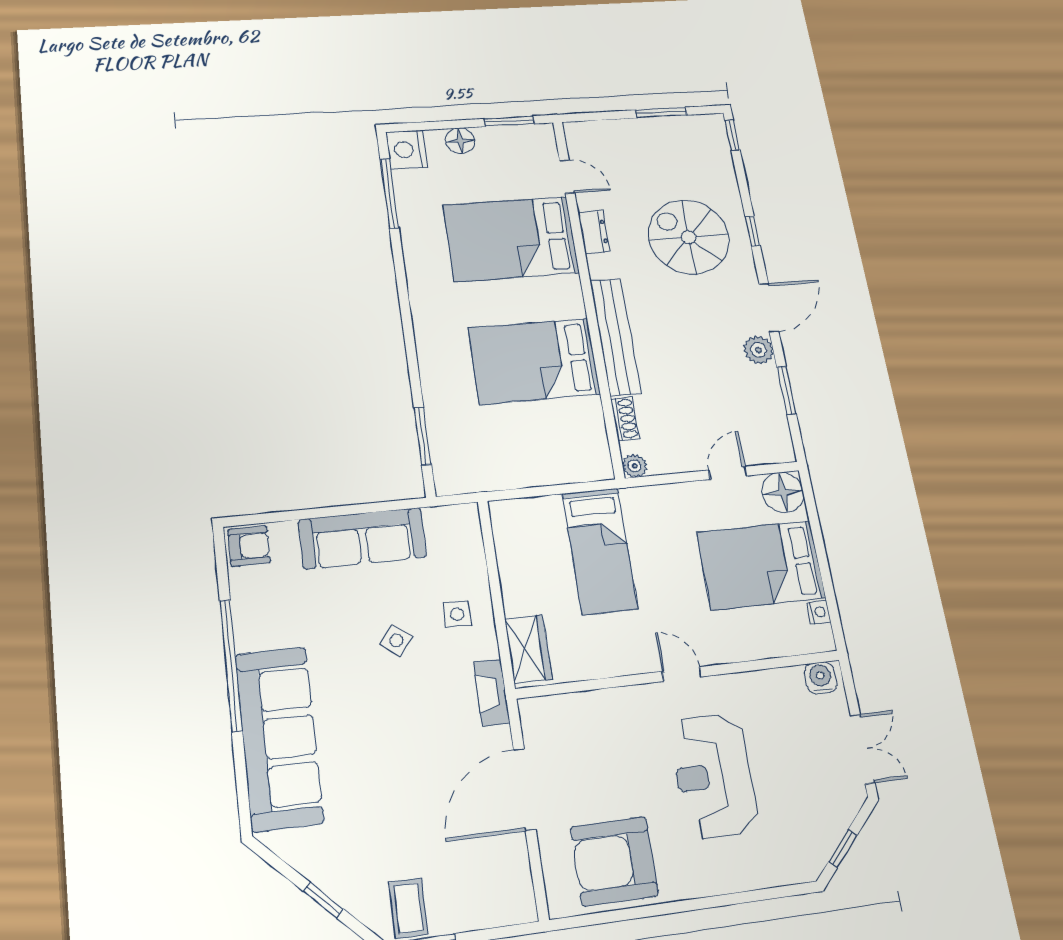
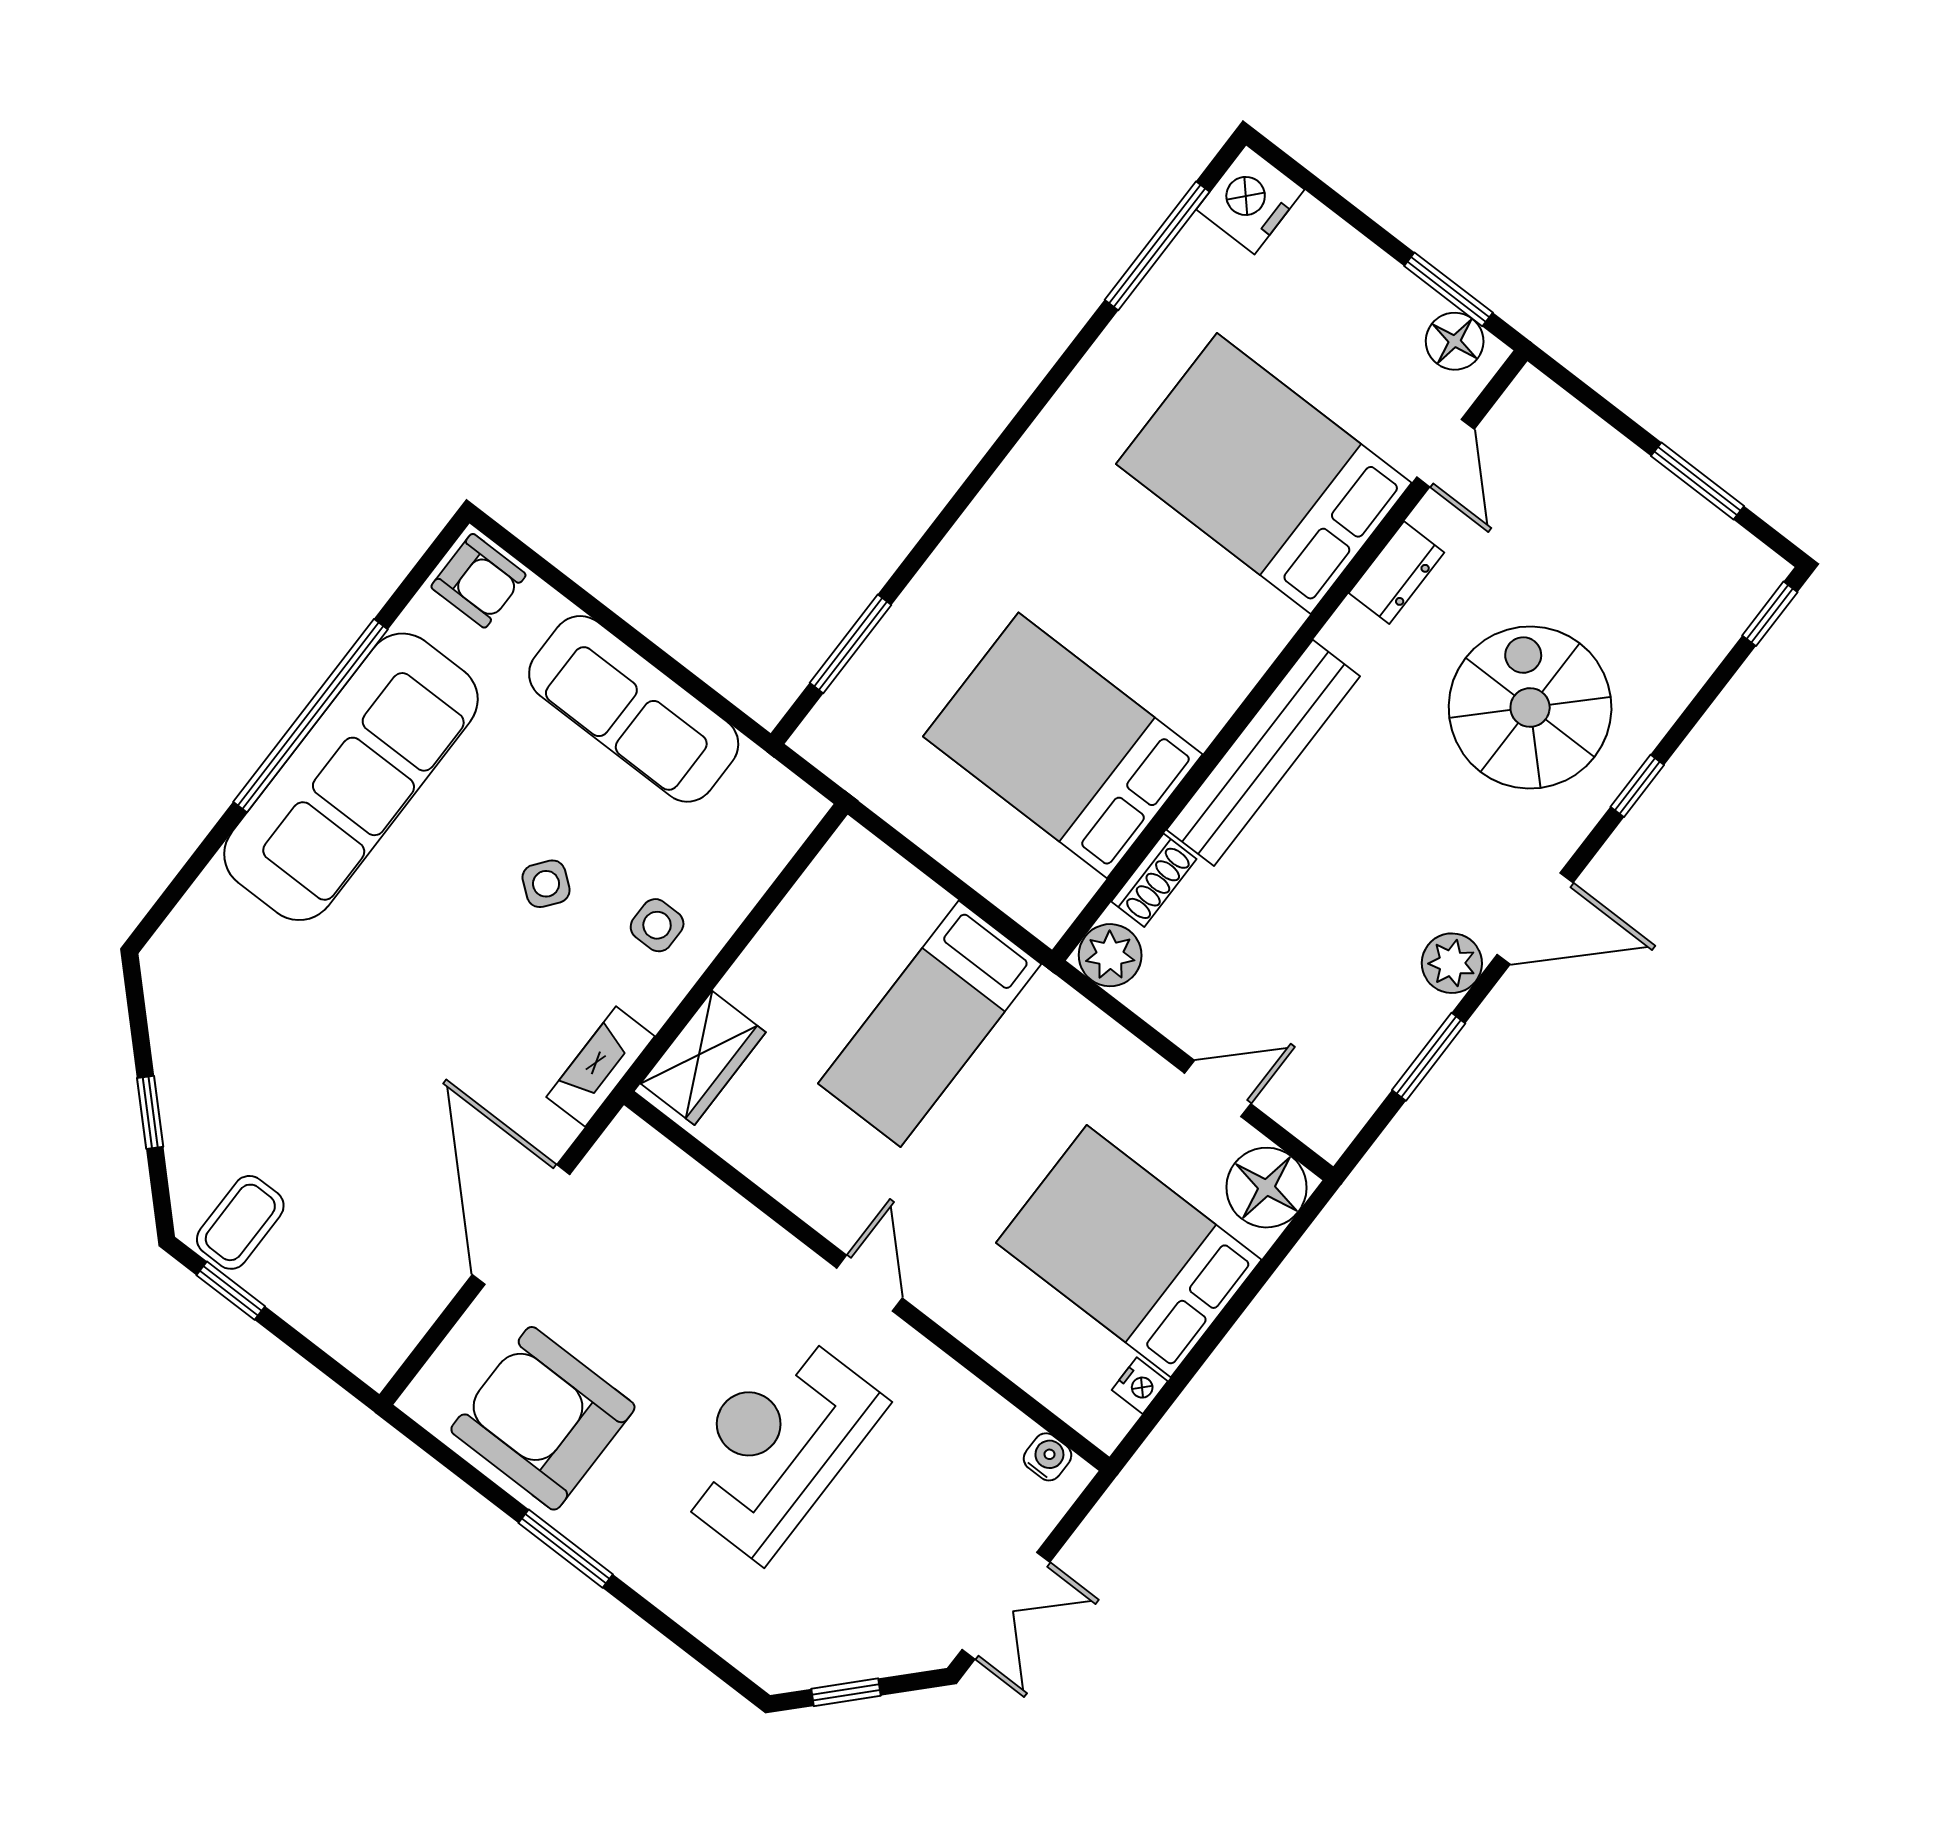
floor lamp: (460, 141) -> (1455, 341), moved
bed: (534, 361) -> (1063, 745), moved
plant: (635, 466) -> (1110, 955), width x1.38, depth x1.38
water cooler: (821, 678) -> (1047, 1457), width x0.72, depth x0.72
sofa: (279, 738) -> (351, 777), moved
door: (525, 789) -> (521, 1225), hinge flipped
window: (678, 907) -> (566, 1549), added

